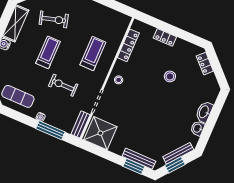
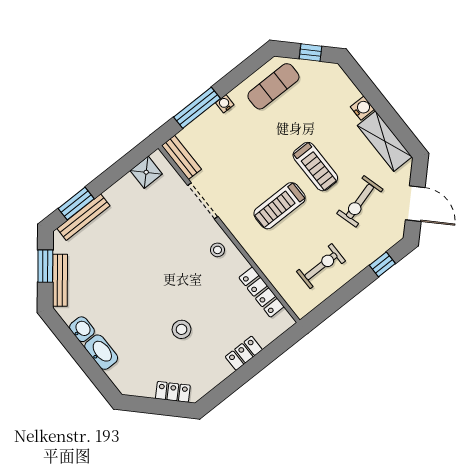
treadmill: (93, 53) -> (280, 206), moved, turned 90
exercise bike: (63, 85) -> (321, 266), moved
shower: (100, 133) -> (146, 172), width x0.54, depth x0.54

